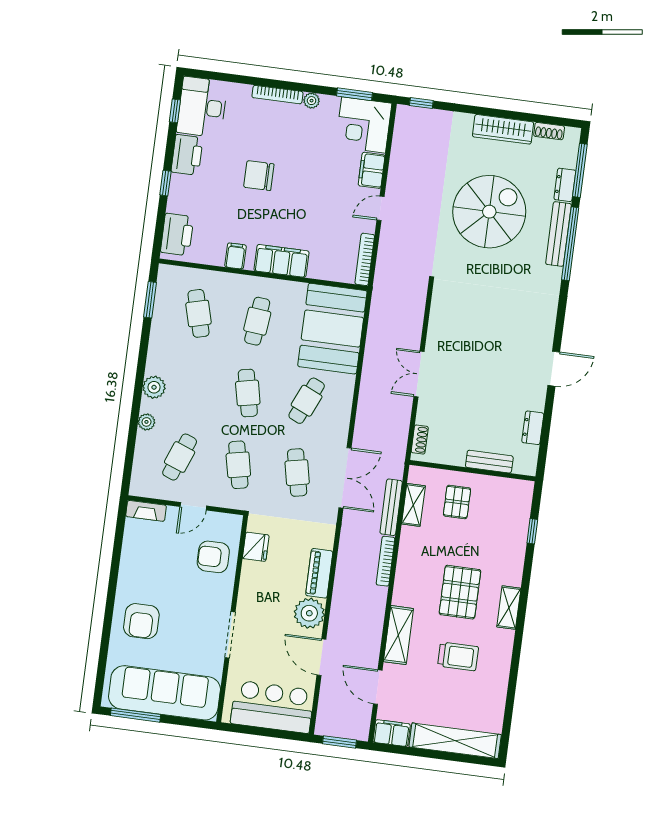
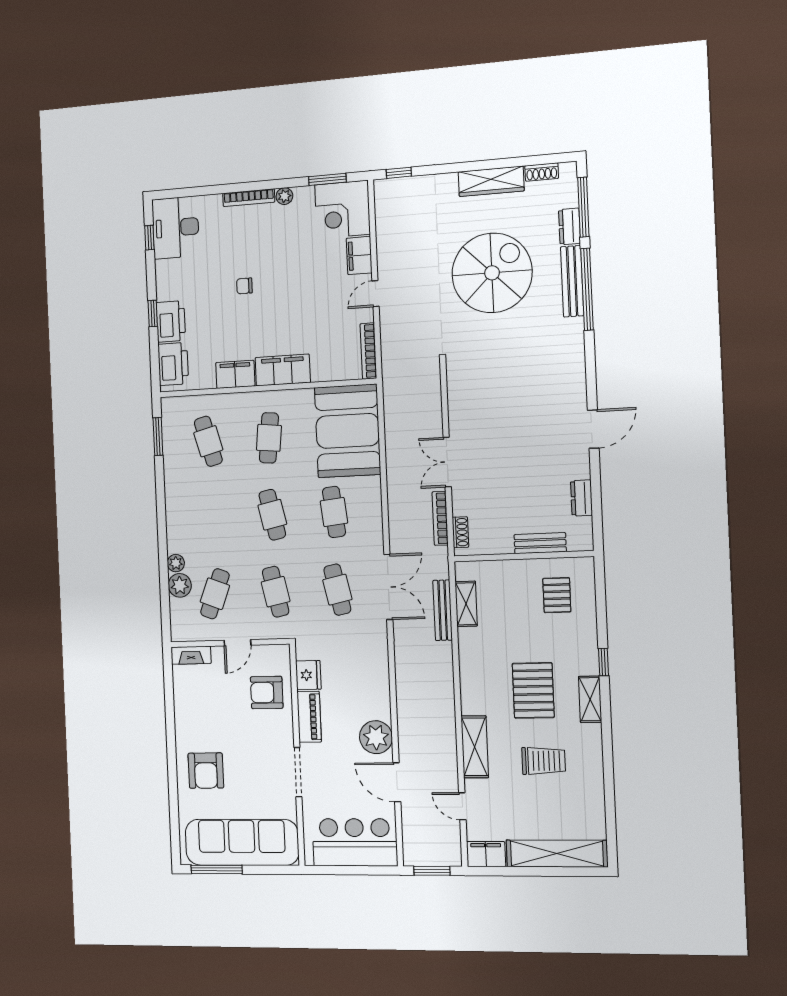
printer: (187, 155) -> (171, 321), moved
chair: (259, 176) -> (244, 286), width x0.54, depth x0.54
filing cabinet: (235, 256) -> (235, 374), width x2.00
plant: (154, 387) -> (180, 585), moved
cafe table: (307, 401) -> (334, 512), turned -30
pallet: (457, 502) -> (557, 595), moved
window: (532, 531) -> (604, 662), moved
bookcase: (385, 561) -> (440, 518), moved
piano: (319, 573) -> (309, 717), moved, turned 180
door: (378, 687) -> (462, 806), width x0.73

